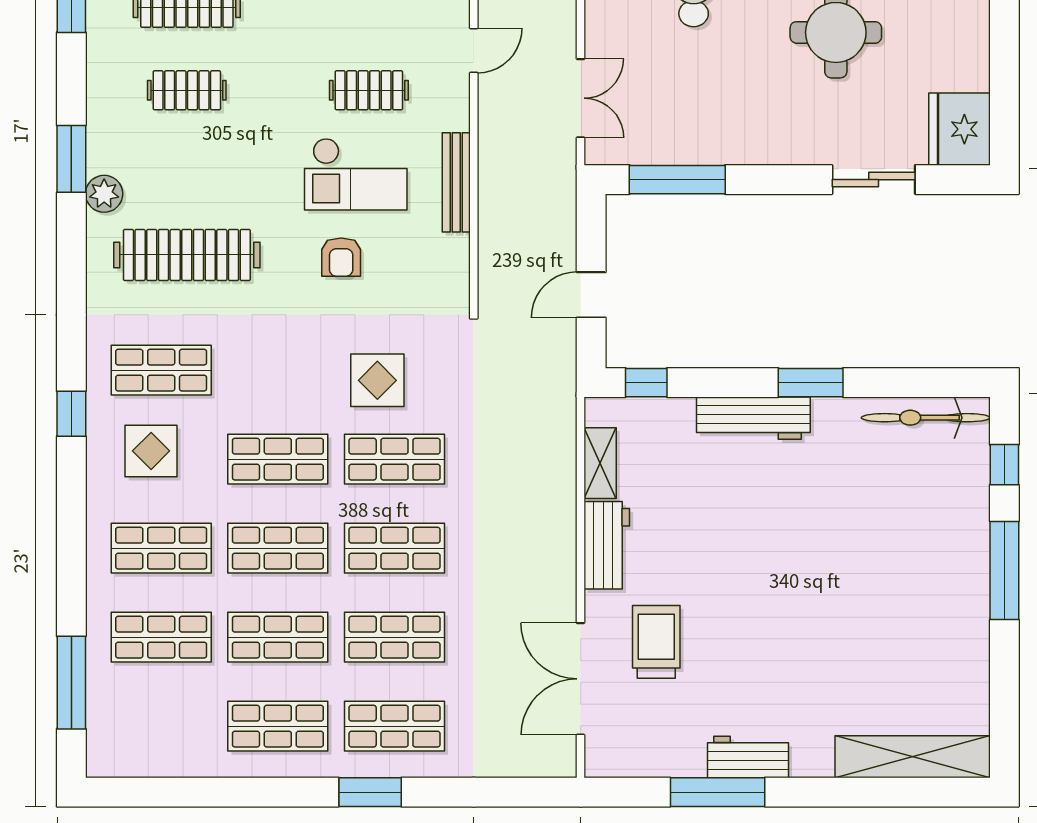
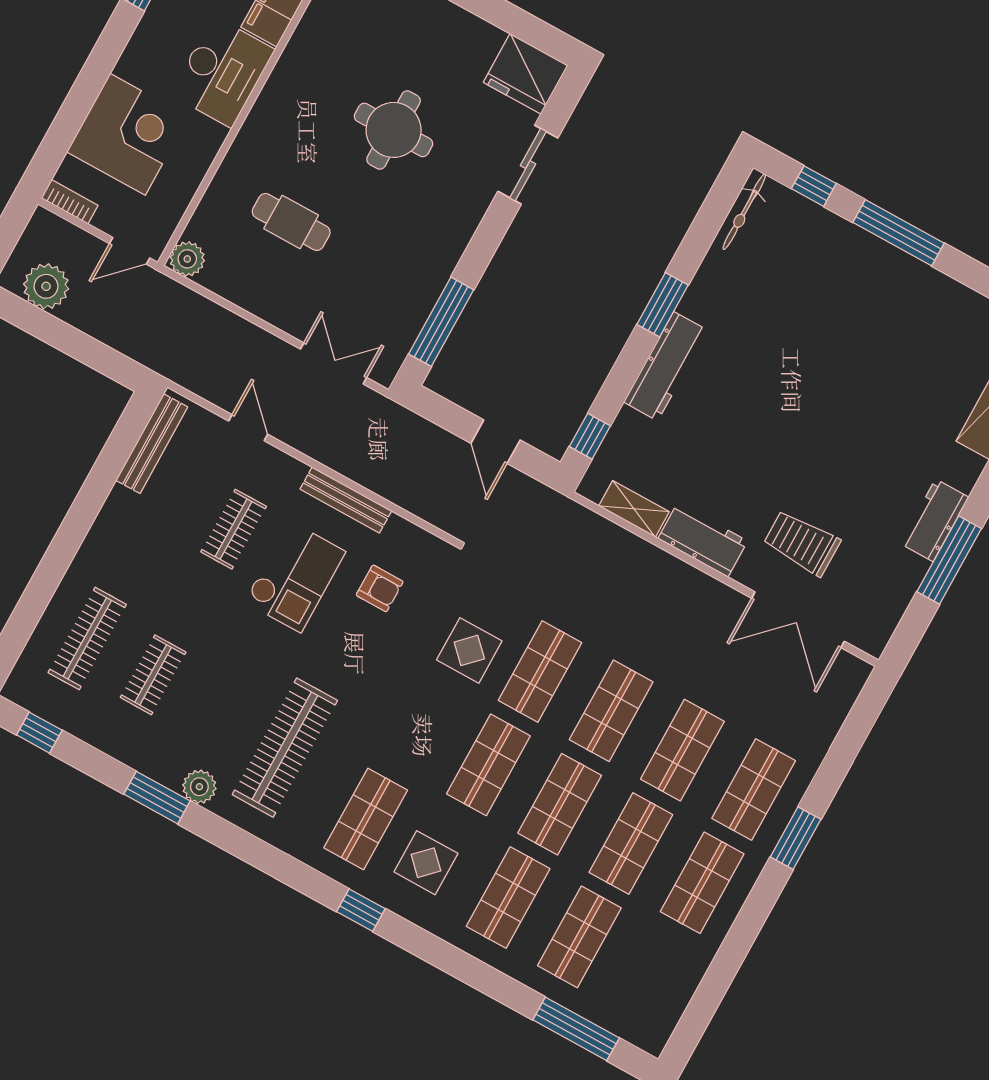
armchair: (341, 257) -> (380, 588), moved
bicycle: (926, 418) -> (744, 212), width x0.73, depth x0.71

